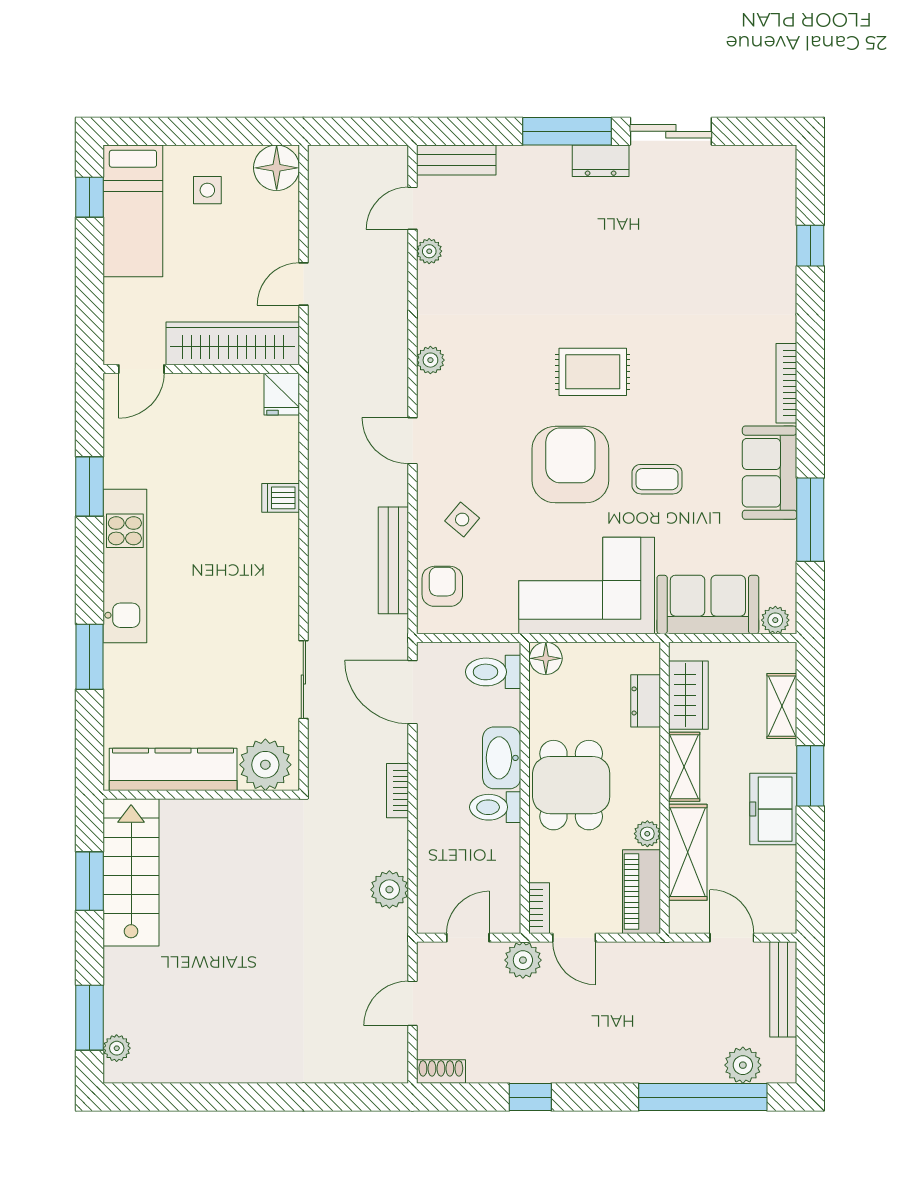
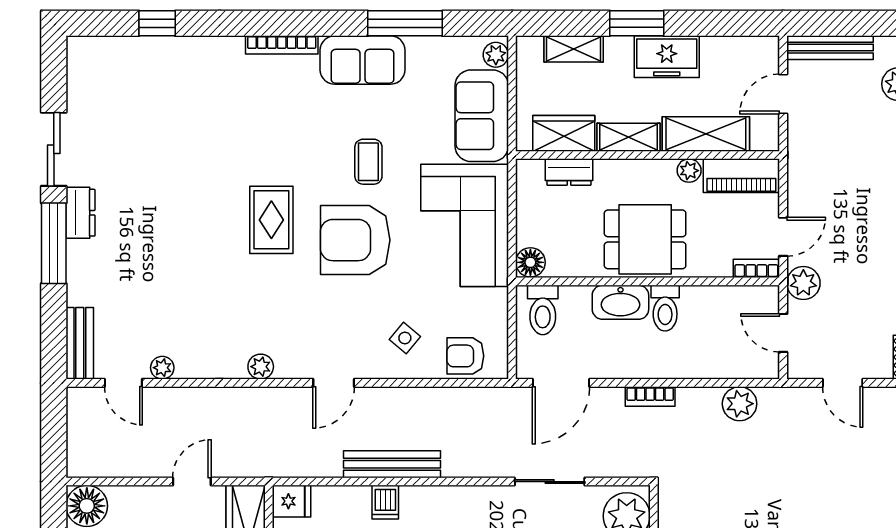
door: (303, 284) -> (192, 482), swing flipped
bench: (393, 560) -> (392, 464), moved

